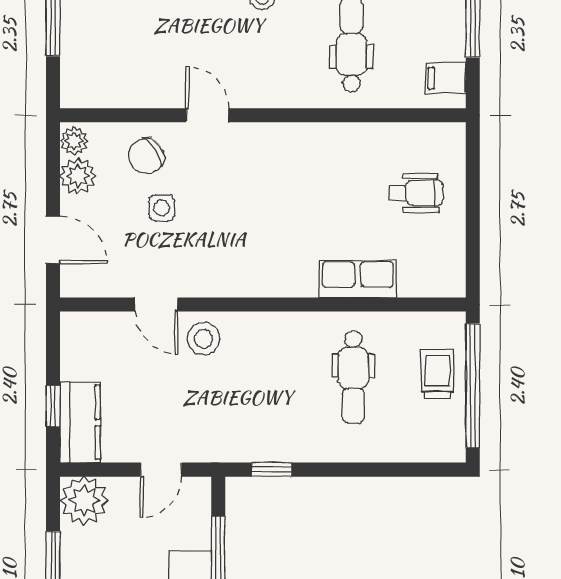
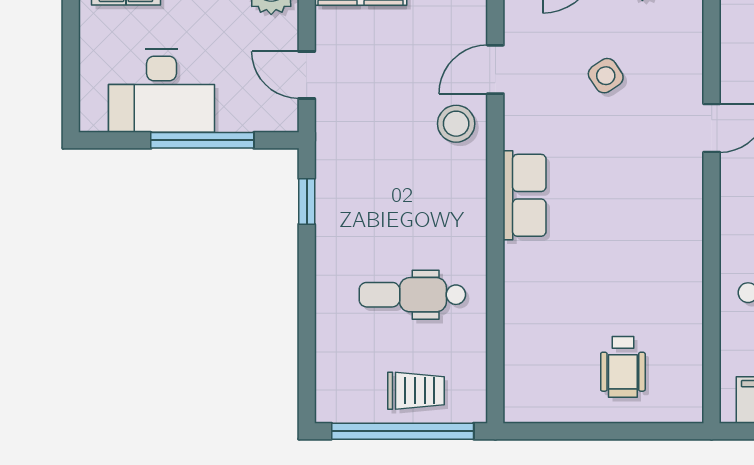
chair: (146, 156) -> (665, 58), removed
side table: (162, 208) -> (606, 76), turned -34
row of seats: (358, 279) -> (525, 195), moved

